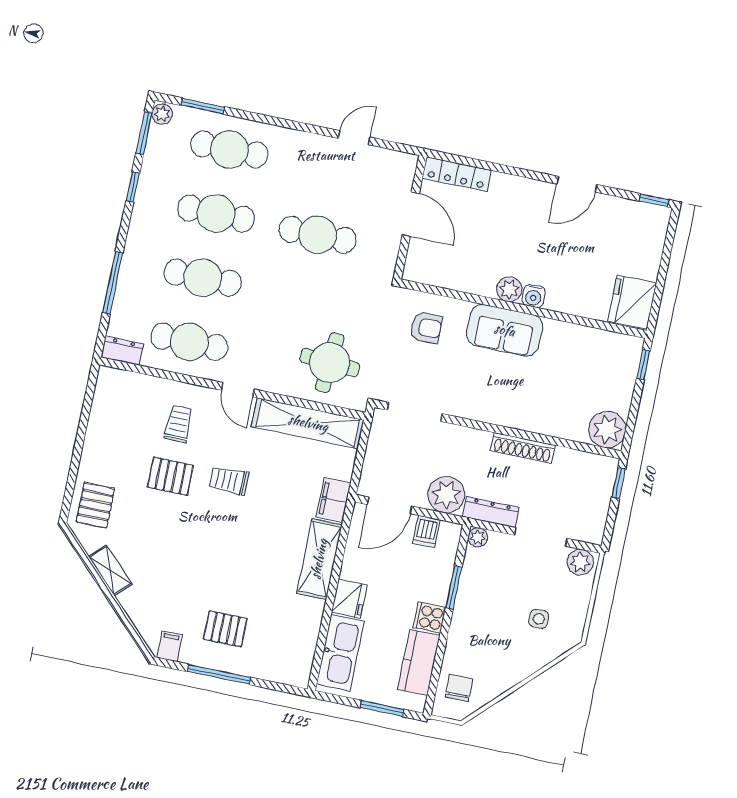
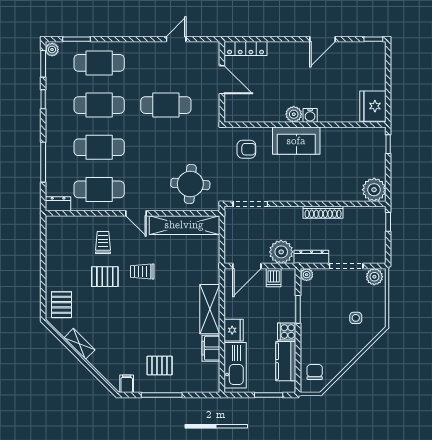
filing cabinet: (333, 500) -> (211, 348), moved

